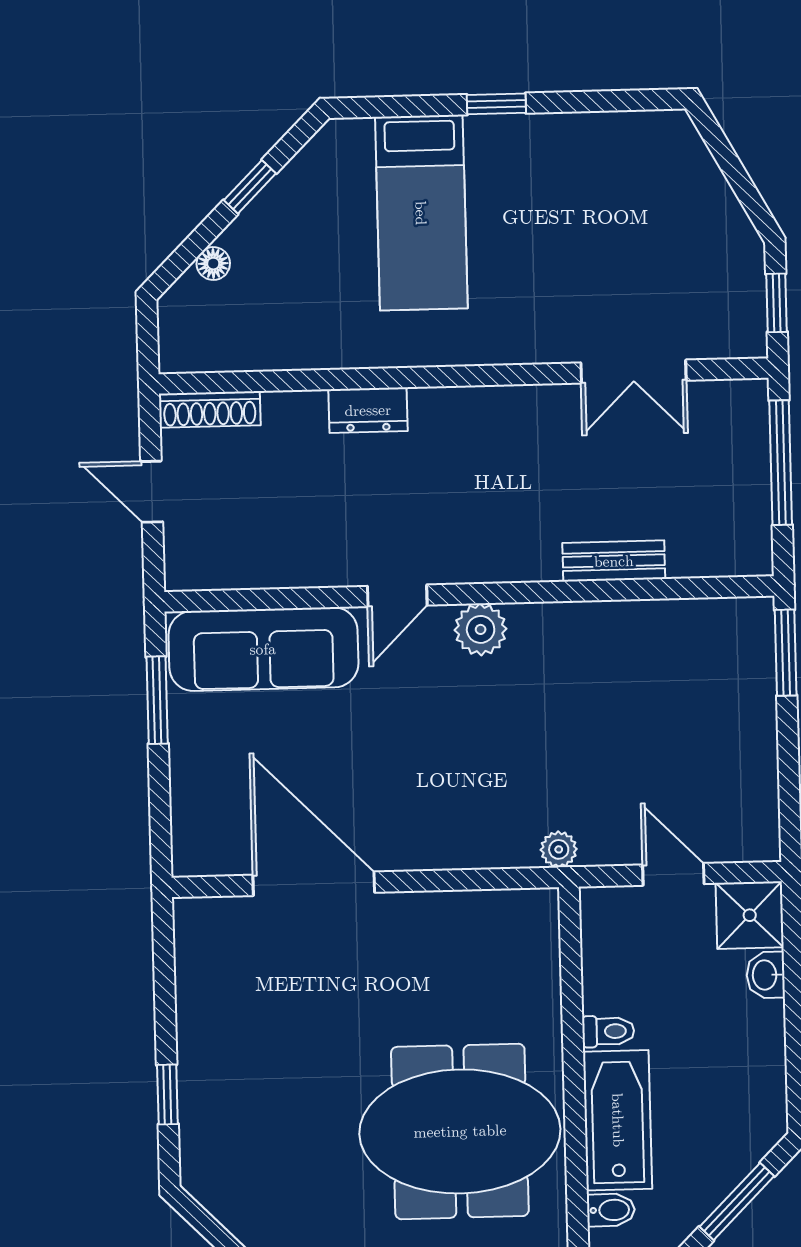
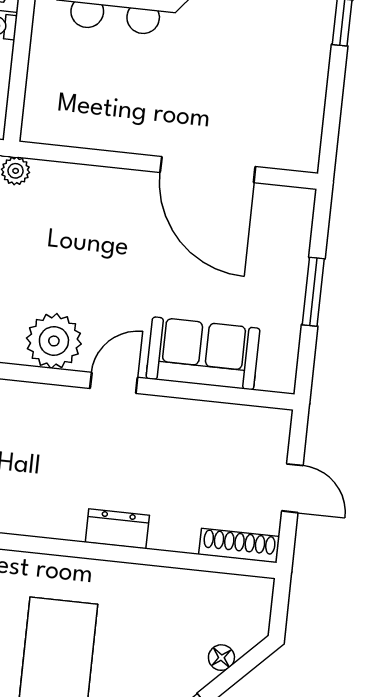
plant: (481, 629) -> (54, 341), width x1.36, depth x1.36
sofa: (263, 649) -> (203, 353), width x0.73
window: (157, 700) -> (313, 292), moved

